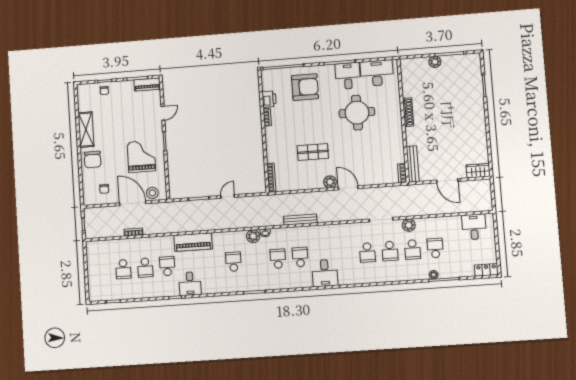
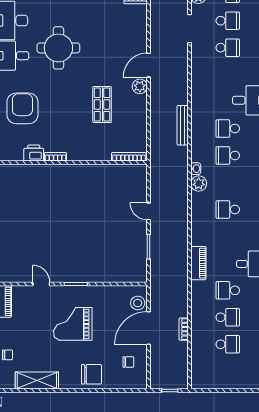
shelving: (86, 130) -> (37, 380), moved
grand piano: (141, 156) -> (73, 324), moved
piano: (193, 242) -> (198, 263), width x0.73, depth x0.75

